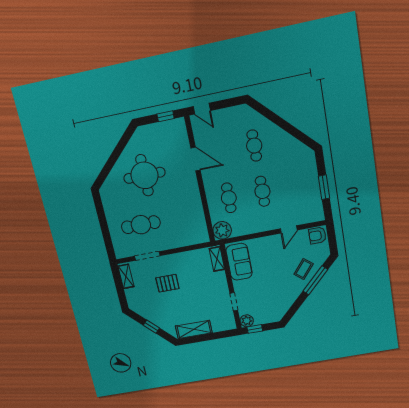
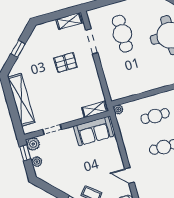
plant: (222, 230) -> (118, 109), width x0.53, depth x0.53
pallet: (167, 283) -> (66, 63), turned 90
plant: (265, 319) -> (37, 162), added
shelving: (194, 329) -> (21, 100), width x1.47

